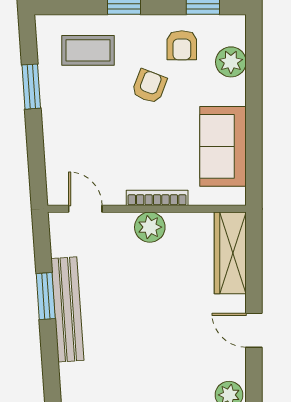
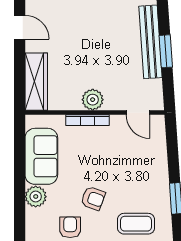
plant: (231, 62) -> (36, 197), moved
armchair: (149, 86) -> (93, 198), turned -91

